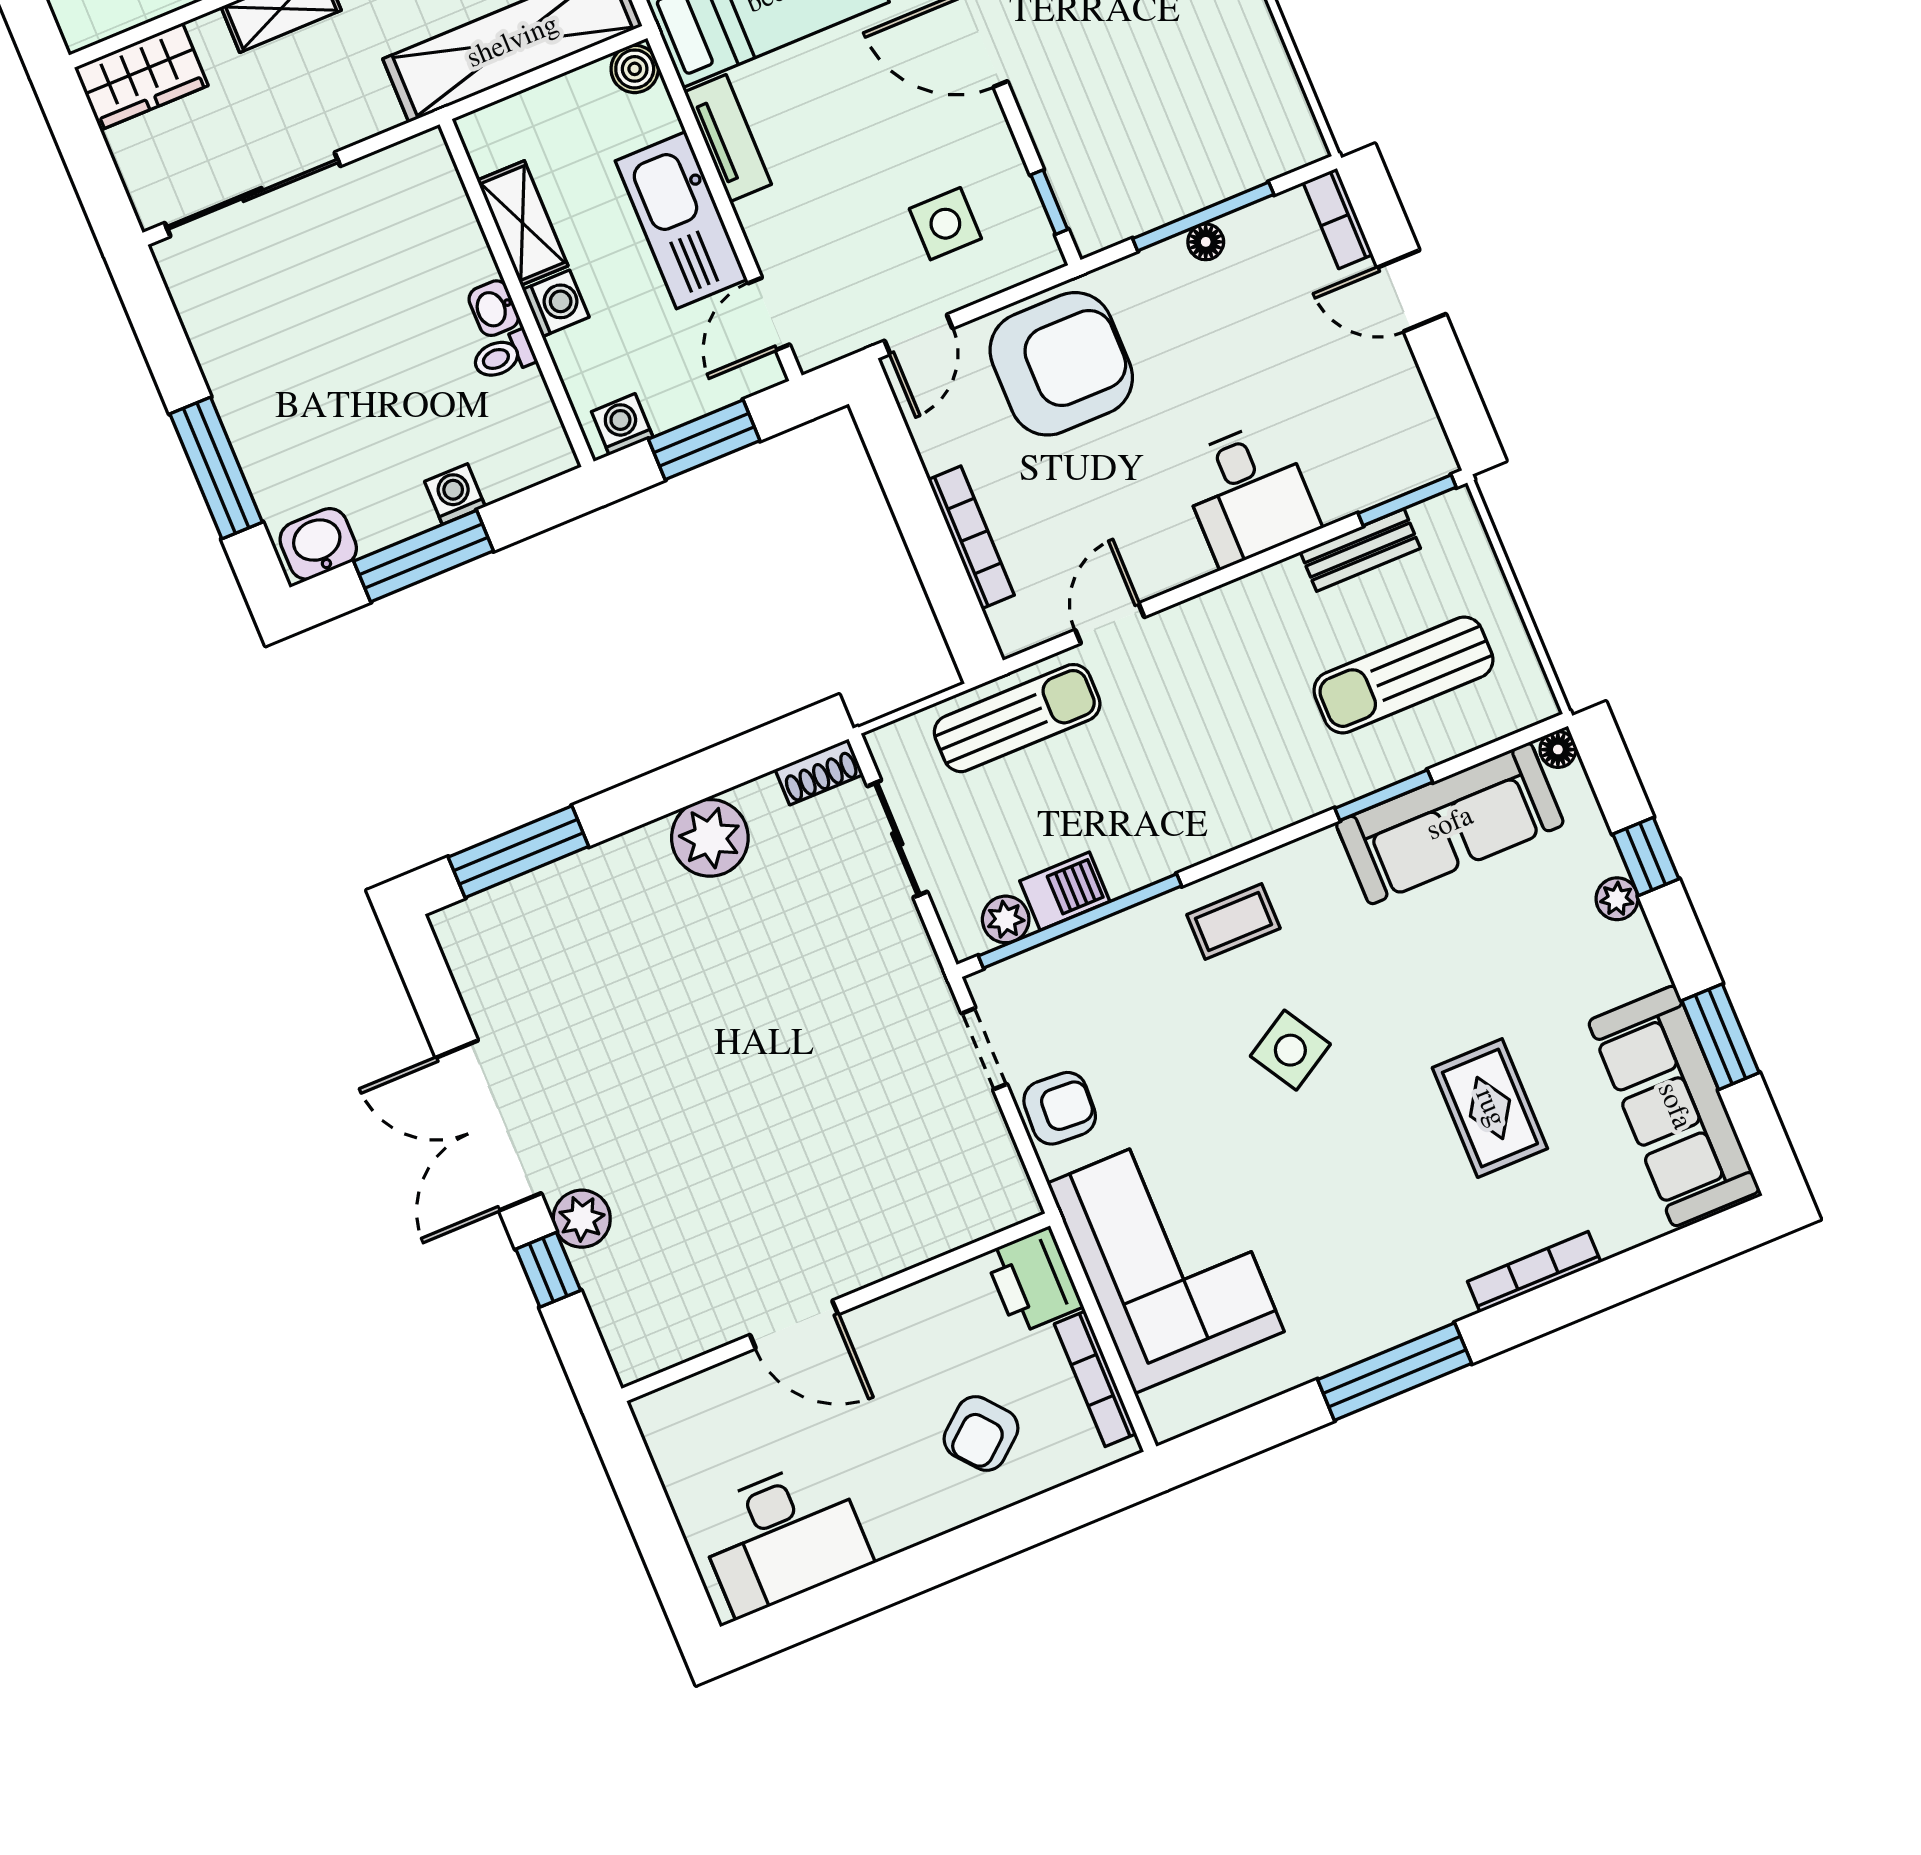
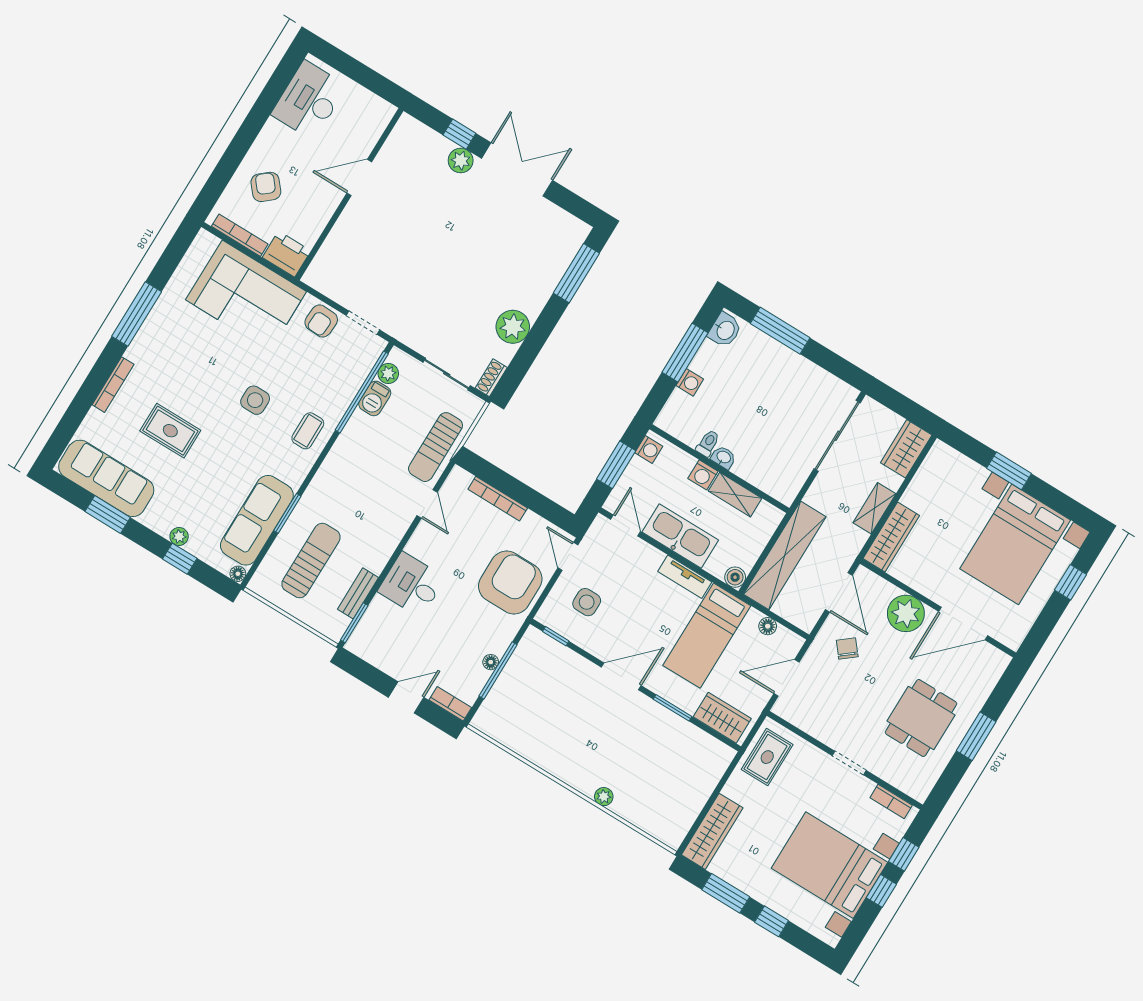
armchair: (1061, 364) -> (510, 582), turned 180
side table: (1290, 1050) -> (255, 400), turned 31

